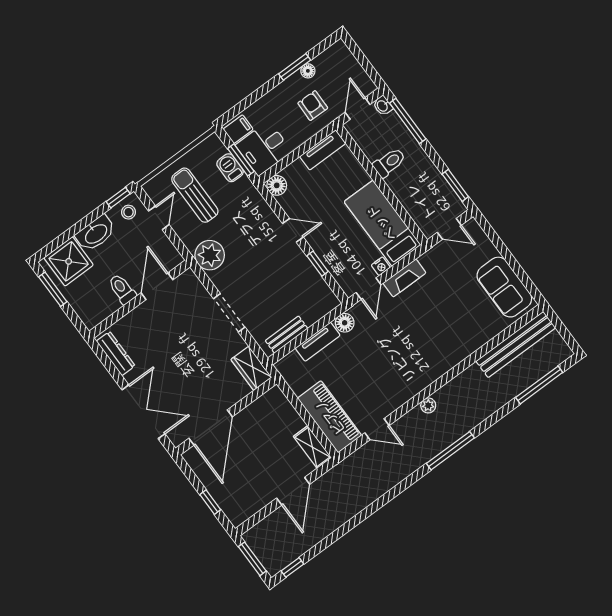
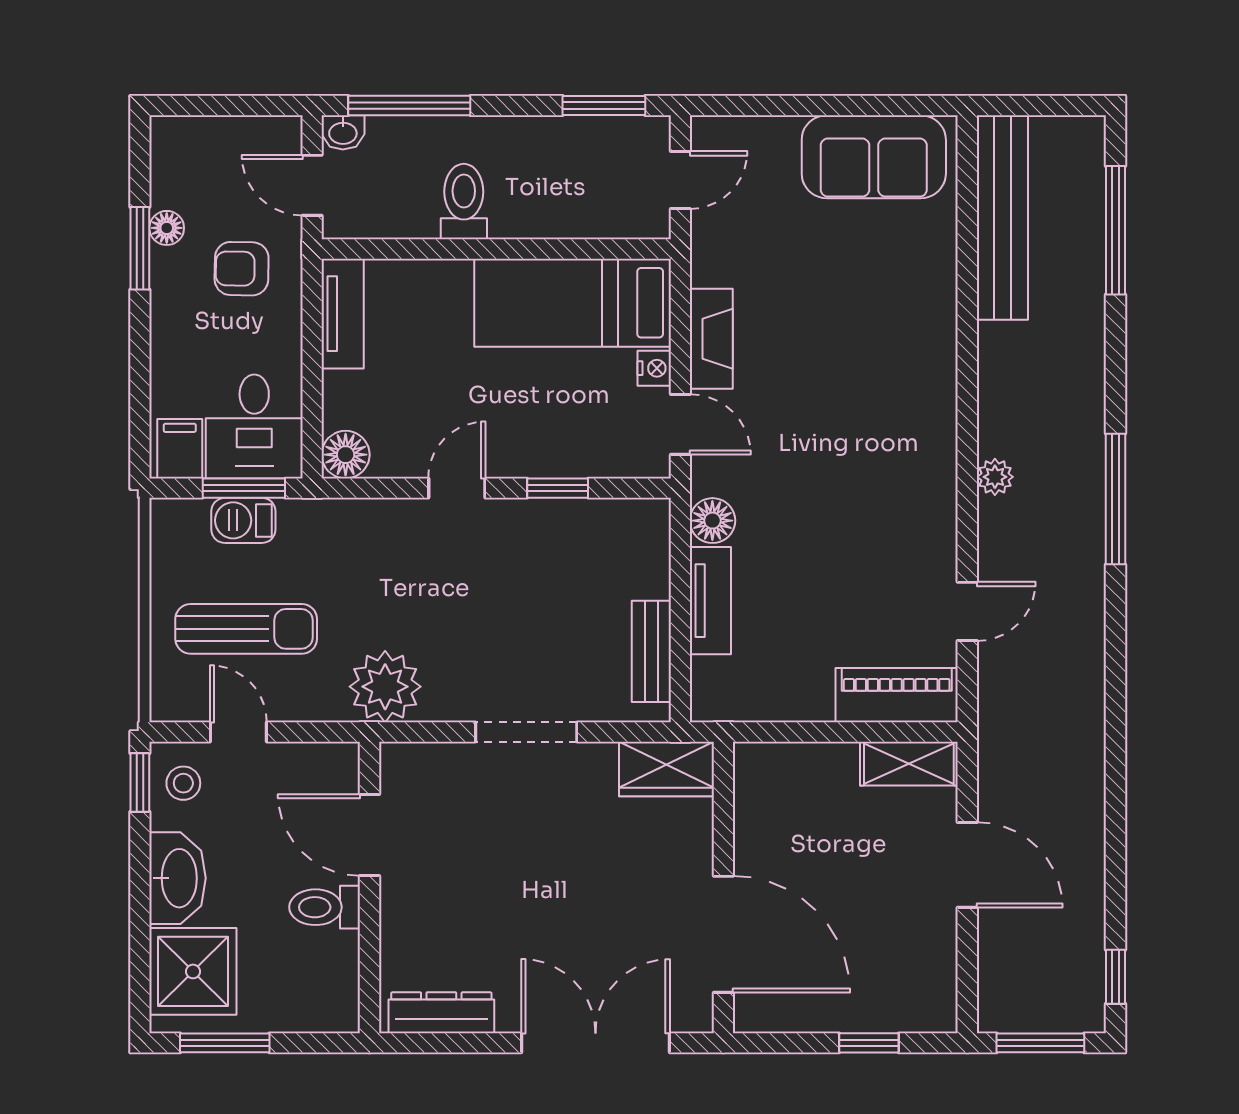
sun lounger: (195, 195) -> (246, 629), turned 180
piano: (330, 417) -> (897, 695), width x0.73, depth x0.75

